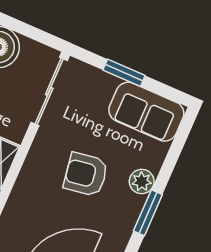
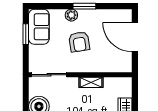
window: (124, 73) -> (26, 34), moved

